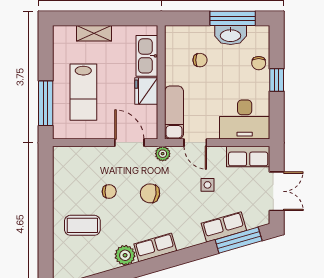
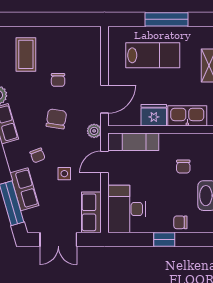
lab bench: (83, 92) -> (153, 55), turned 180
window: (46, 103) -> (167, 19), moved
chair: (188, 213) -> (38, 155), added

